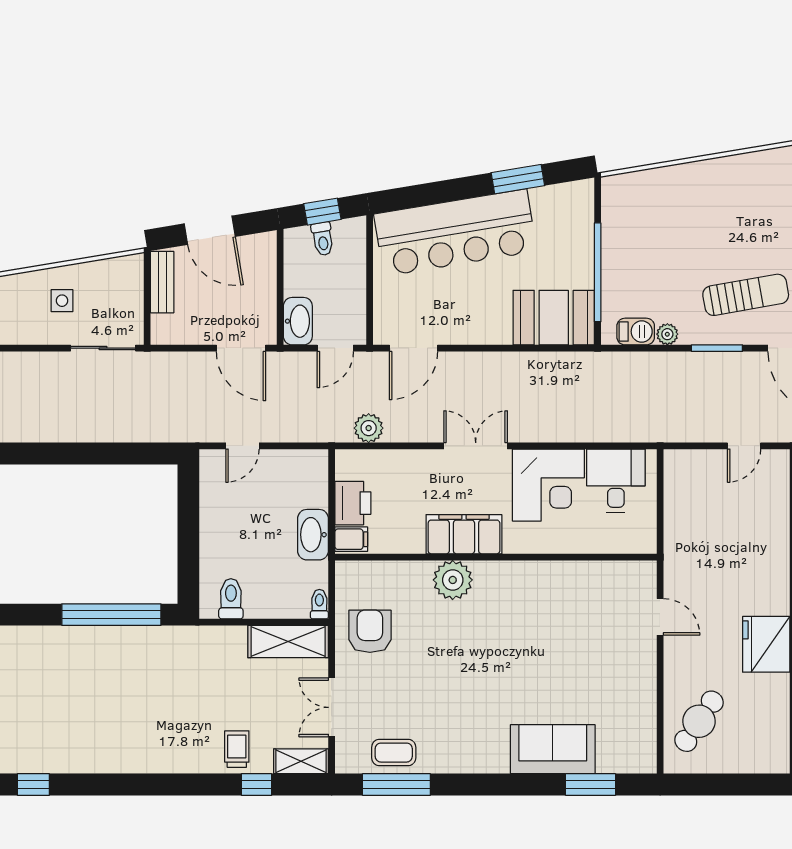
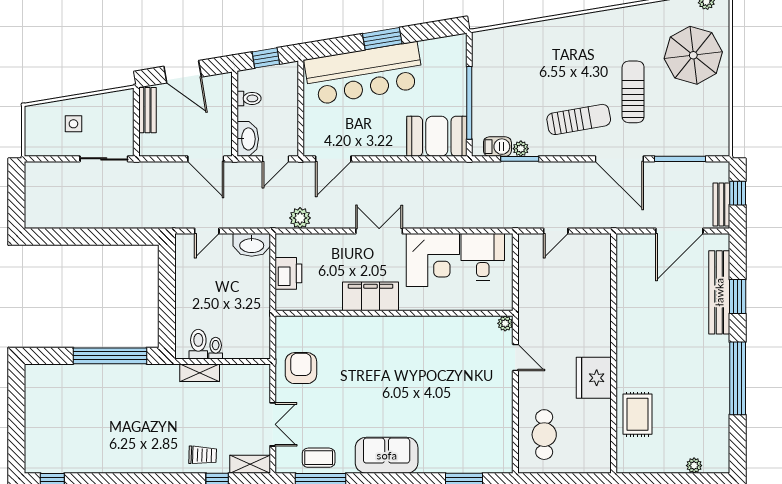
window: (518, 179) -> (382, 39), moved
toilet: (323, 239) -> (249, 98), moved, turned -81
window: (717, 348) -> (520, 159), moved
door: (744, 446) -> (556, 231), moved
washbasin: (313, 535) -> (252, 245), moved, turned -90
filing cabinet: (351, 539) -> (287, 300), removed
plant: (453, 580) -> (505, 323), moved, width x0.53, depth x0.53
toilet: (319, 604) -> (216, 348), moved
shelving: (288, 642) -> (200, 373), moved, width x0.67, depth x0.75
double door: (332, 707) -> (273, 424), swing flipped
cafe table: (699, 721) -> (544, 435), turned -34
trolley: (237, 749) -> (203, 455), turned 92
sofa: (553, 749) -> (387, 455), moved

